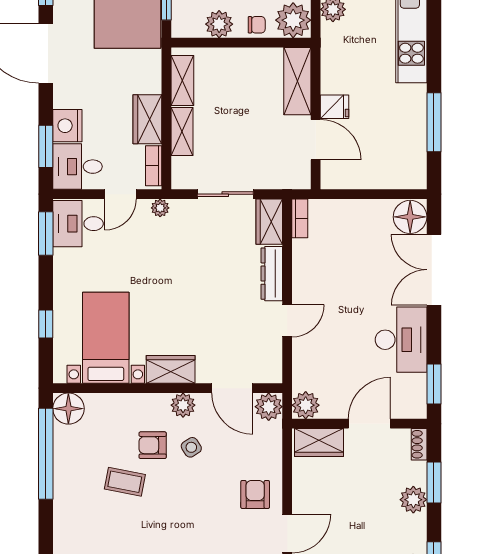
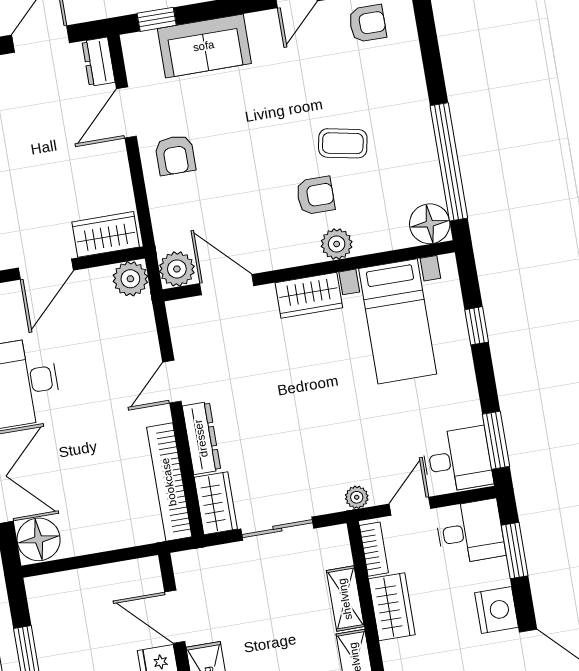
nightstand: (67, 126) -> (496, 610), moved
bookcase: (300, 218) -> (169, 482), width x2.31, depth x1.31
plant: (183, 405) -> (337, 244), moved
side table: (191, 447) -> (266, 201), removed

